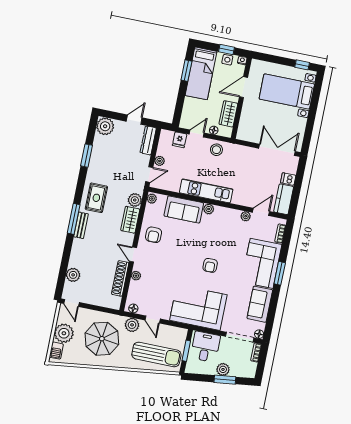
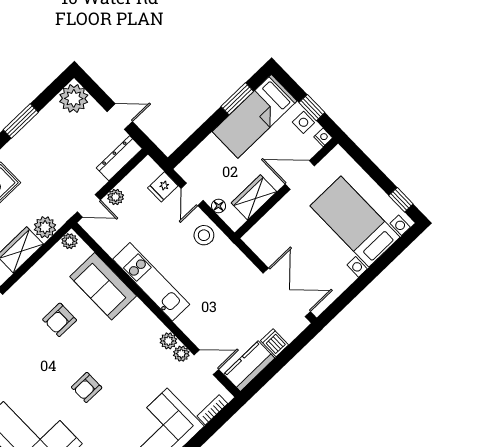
door: (197, 133) -> (192, 194), swing flipped
plant: (209, 209) -> (168, 341), moved
armchair: (154, 235) -> (60, 320), moved

